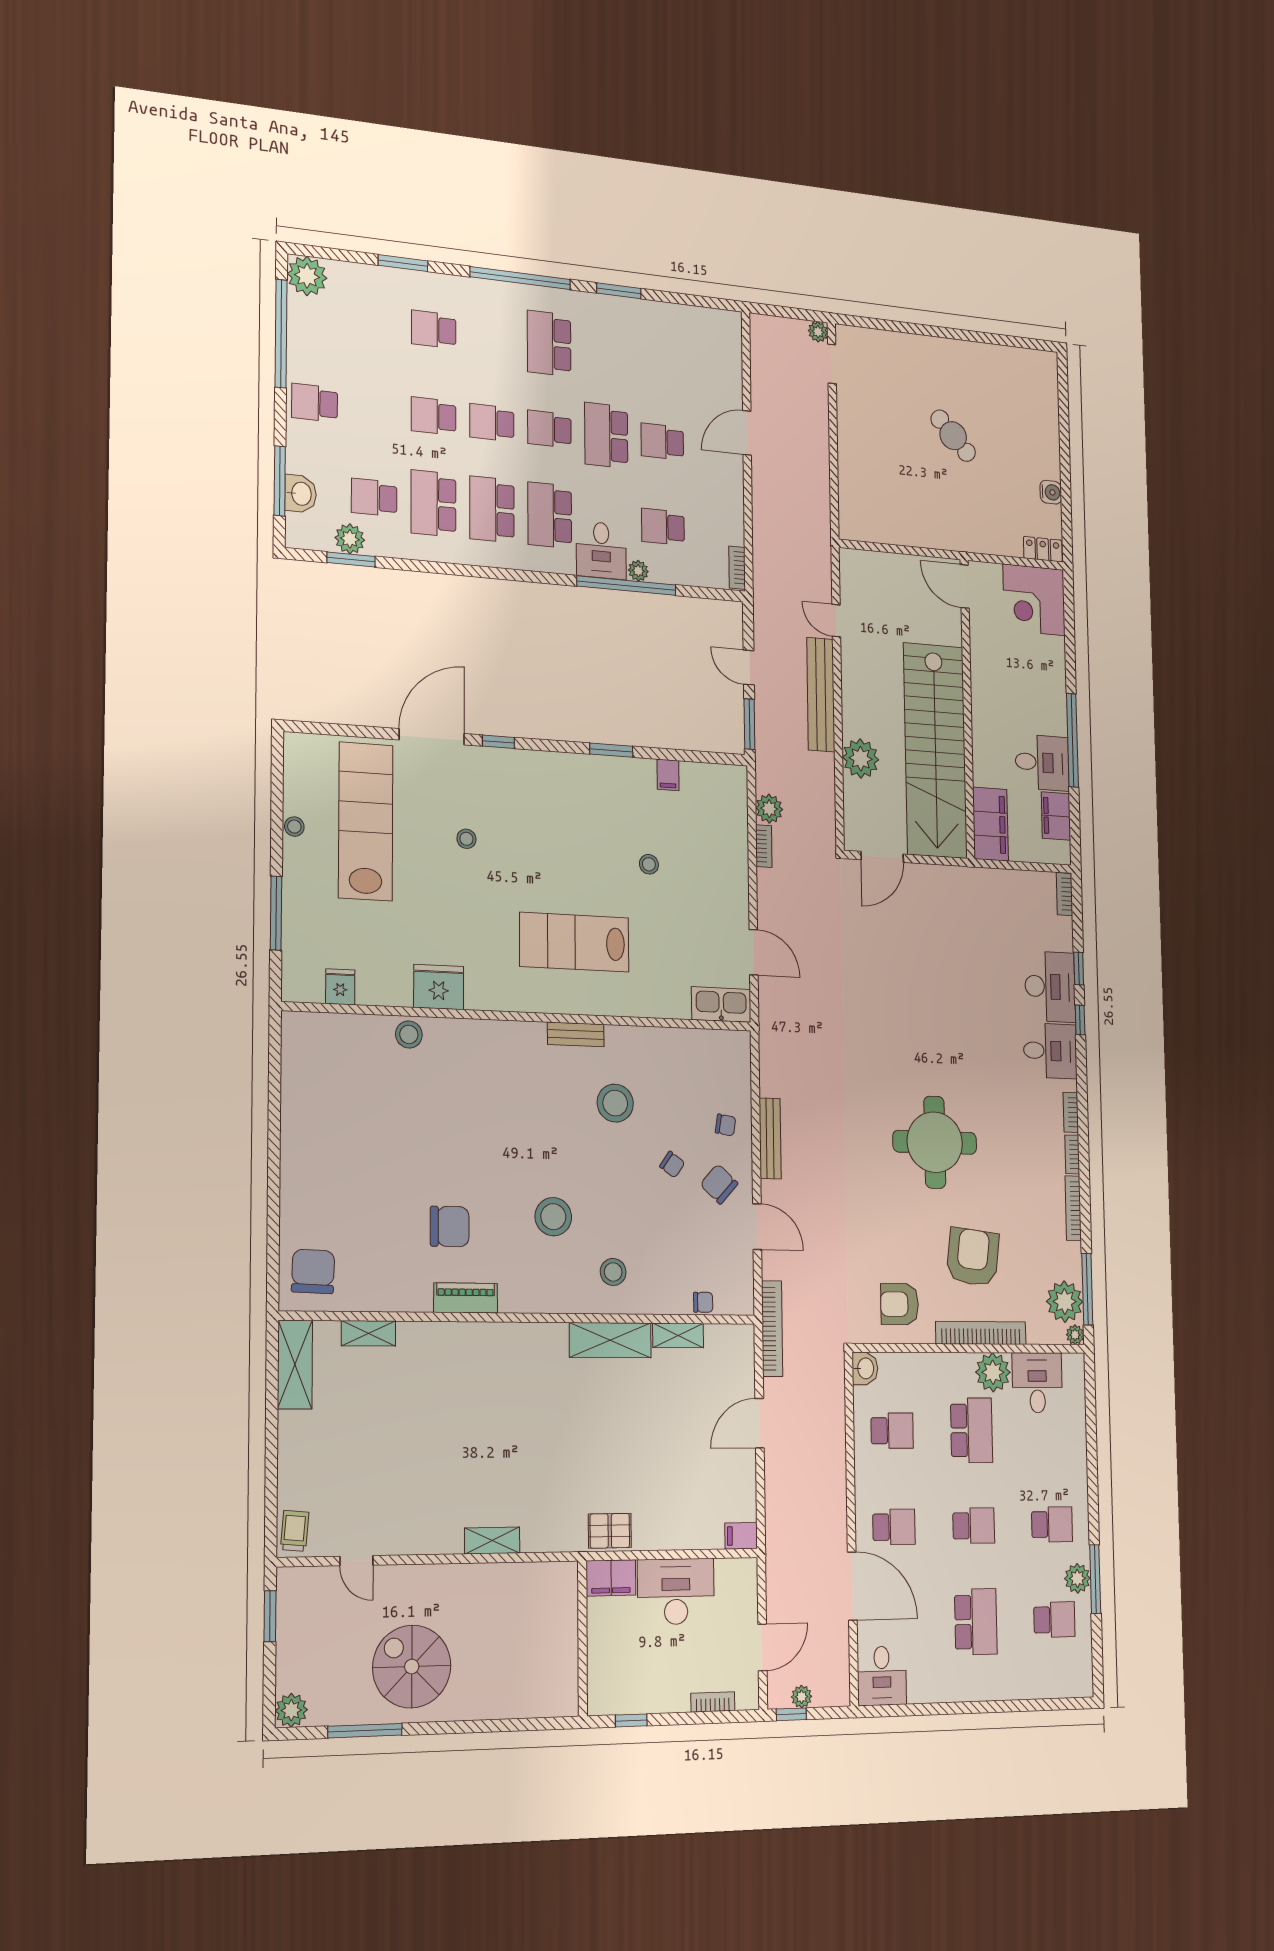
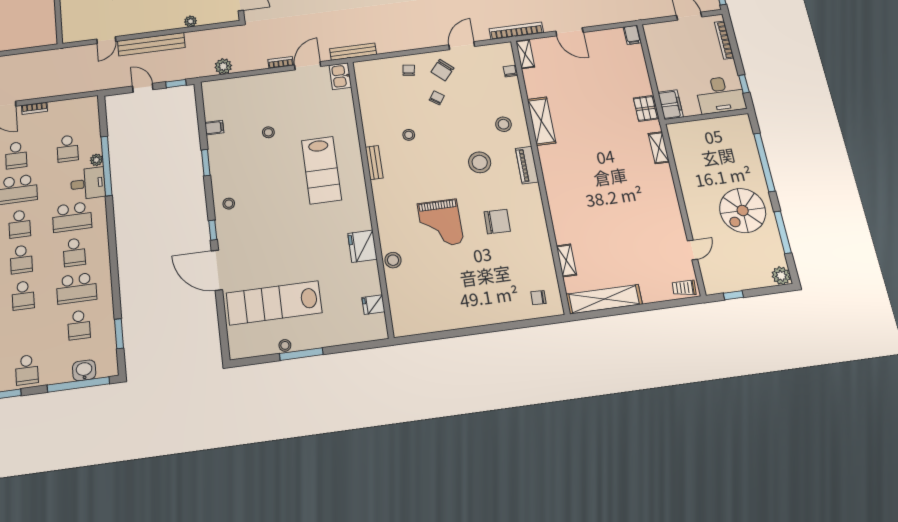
window: (280, 481) -> (78, 384), width x1.46
school desk: (492, 509) -> (74, 252), width x0.54
plant: (350, 539) -> (107, 336), removed
bookcase: (737, 568) -> (35, 108), moved
door: (749, 668) -> (143, 88), swing flipped
window: (749, 724) -> (176, 84), width x0.67
plant: (861, 759) -> (191, 21), width x0.53, depth x0.53
stool: (466, 839) -> (229, 204), moved
bookcase: (764, 846) -> (281, 62), moved
window: (276, 913) -> (301, 354), moved
kitchen sink: (721, 1005) -> (340, 76), width x0.73
stool: (615, 1103) -> (409, 135), width x0.53, depth x0.53
grand piano: (459, 1128) -> (440, 223), added
bench: (770, 1138) -> (353, 52), moved
chair: (450, 1226) -> (497, 221), turned 91
chair: (313, 1271) -> (538, 298), width x0.54, depth x0.54
piano: (466, 1298) -> (527, 165), moved
shelving: (678, 1335) -> (525, 54), moved
shelving: (295, 1364) -> (604, 299), width x1.47
shelving: (492, 1541) -> (659, 148), moved
desk: (676, 1592) -> (720, 95), moved, turned -90
window: (270, 1616) -> (733, 295), width x0.67
bookcase: (713, 1702) -> (724, 40), width x1.56
window: (490, 1726) -> (764, 162), added

